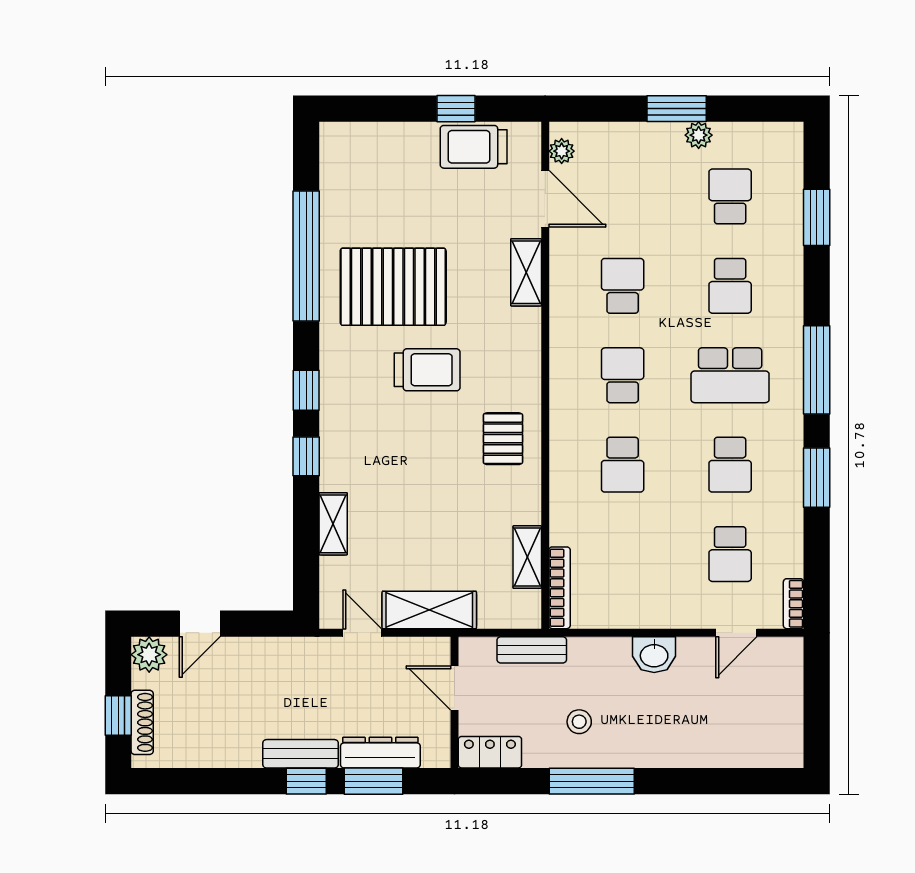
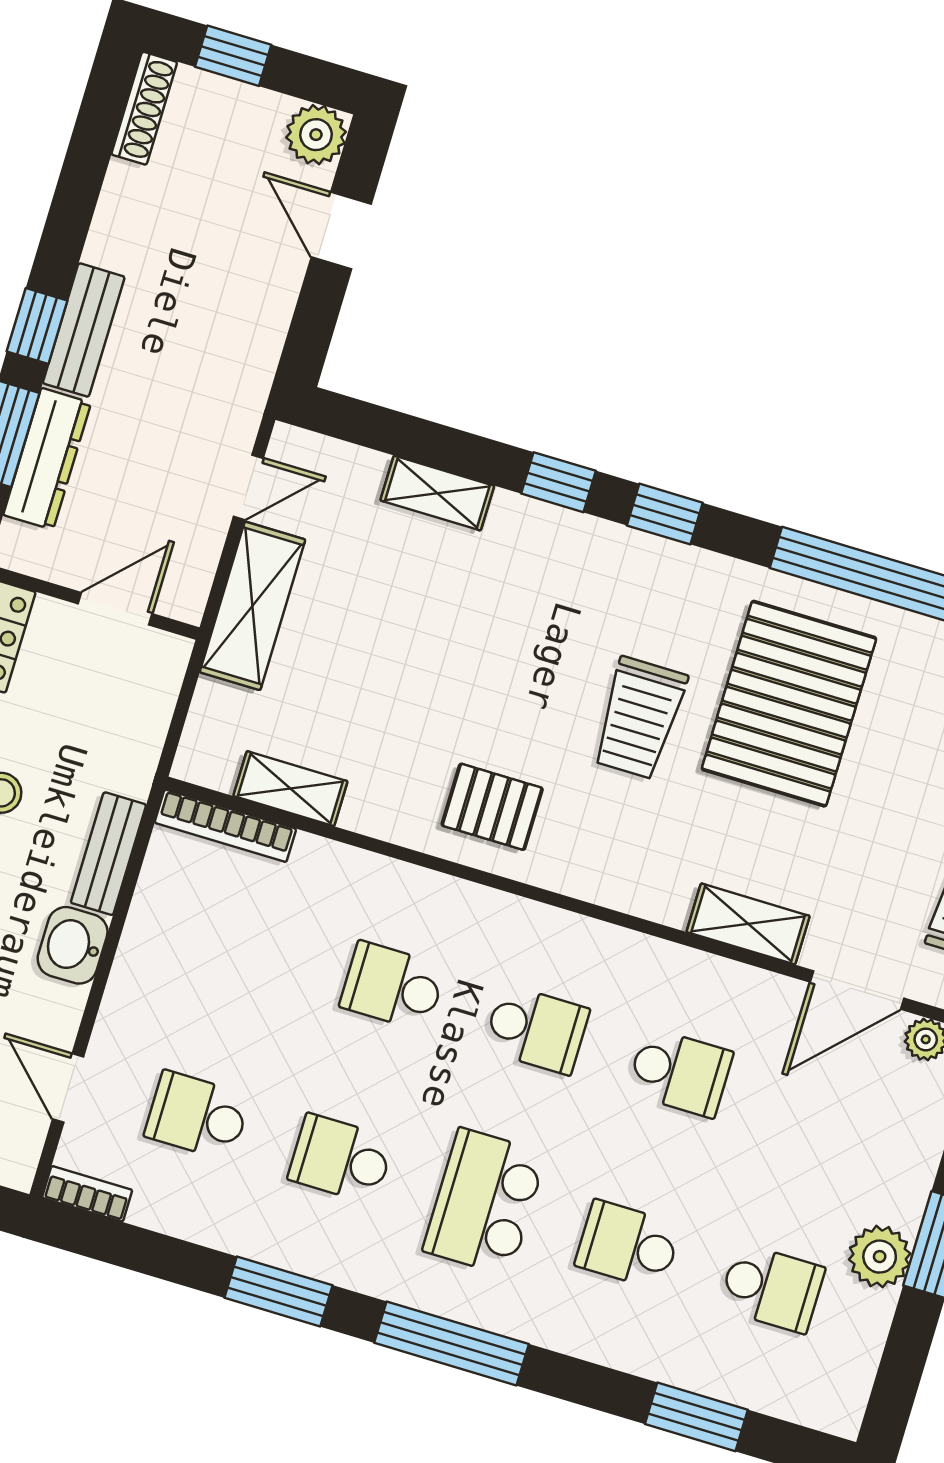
plant: (699, 135) -> (880, 1257), width x1.38, depth x1.38
bench: (532, 650) -> (108, 854), moved
shoe rack: (142, 722) -> (144, 108), moved, turned -90

